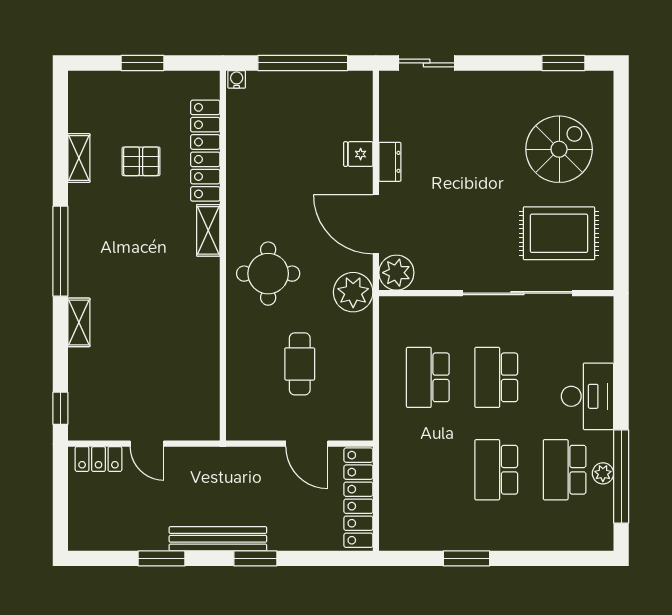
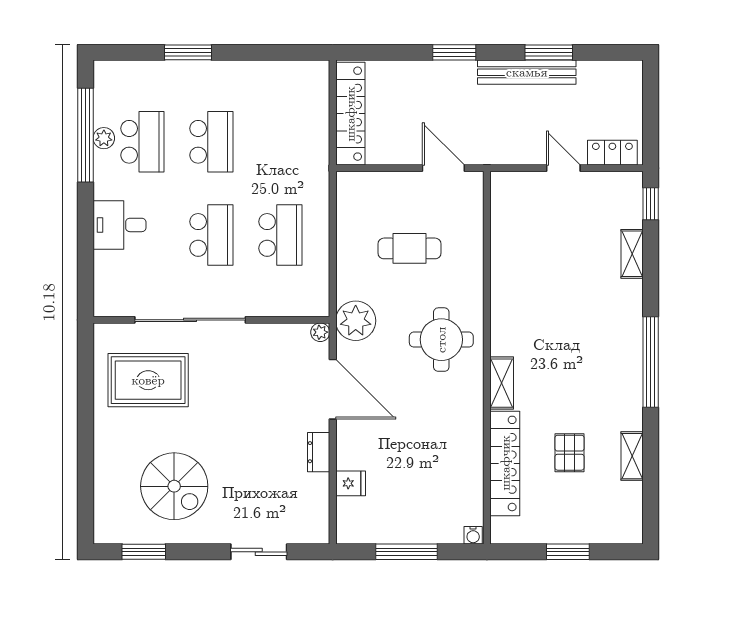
window: (303, 63) -> (406, 552), width x0.68
sliding door: (427, 63) -> (259, 552), moved
spiral stairs: (559, 149) -> (174, 486), moved, turned -90
fridge: (358, 154) -> (351, 483), moved
pallet: (141, 161) -> (569, 453), turned 90
plant: (396, 273) -> (320, 332), width x0.53, depth x0.53
shelving: (79, 322) -> (632, 254), moved
cafe table: (300, 364) -> (409, 248), turned 90
desk: (587, 396) -> (119, 225), width x0.73
door: (307, 444) -> (443, 168), moved
bench: (218, 539) -> (527, 72), moved
window: (467, 558) -> (188, 52), moved

